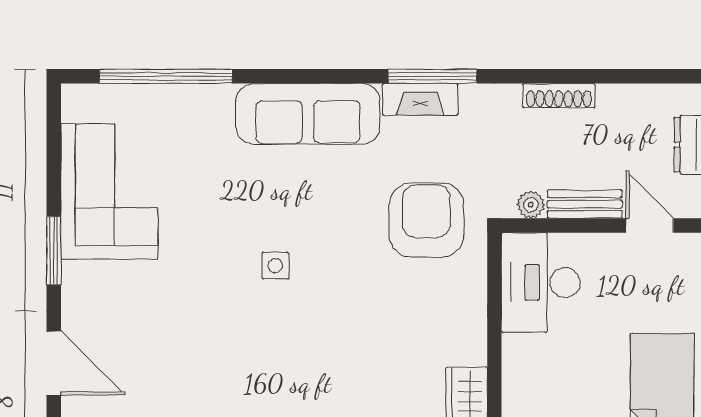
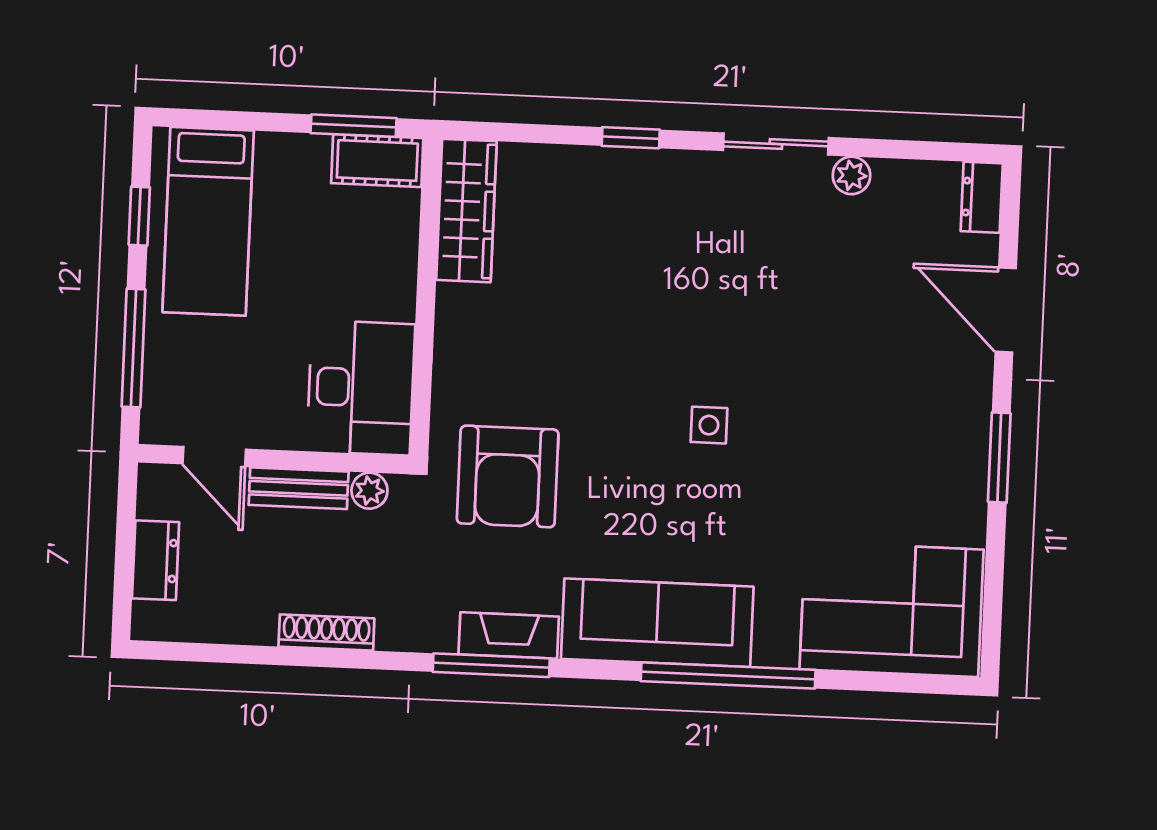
window: (166, 76) -> (728, 675), moved
corner sofa: (109, 191) -> (892, 609), moved, turned 90

